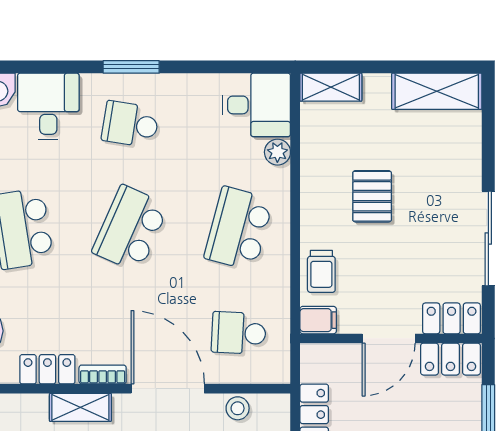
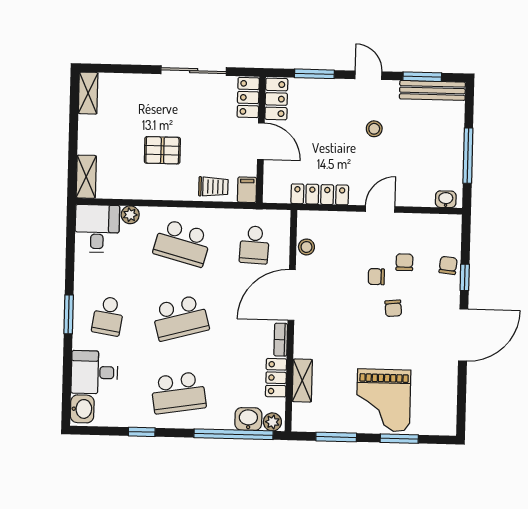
shelving: (437, 91) -> (88, 93), width x0.67, depth x0.75
school desk: (130, 229) -> (180, 318), turned -39
shelving: (80, 407) -> (302, 381), moved

